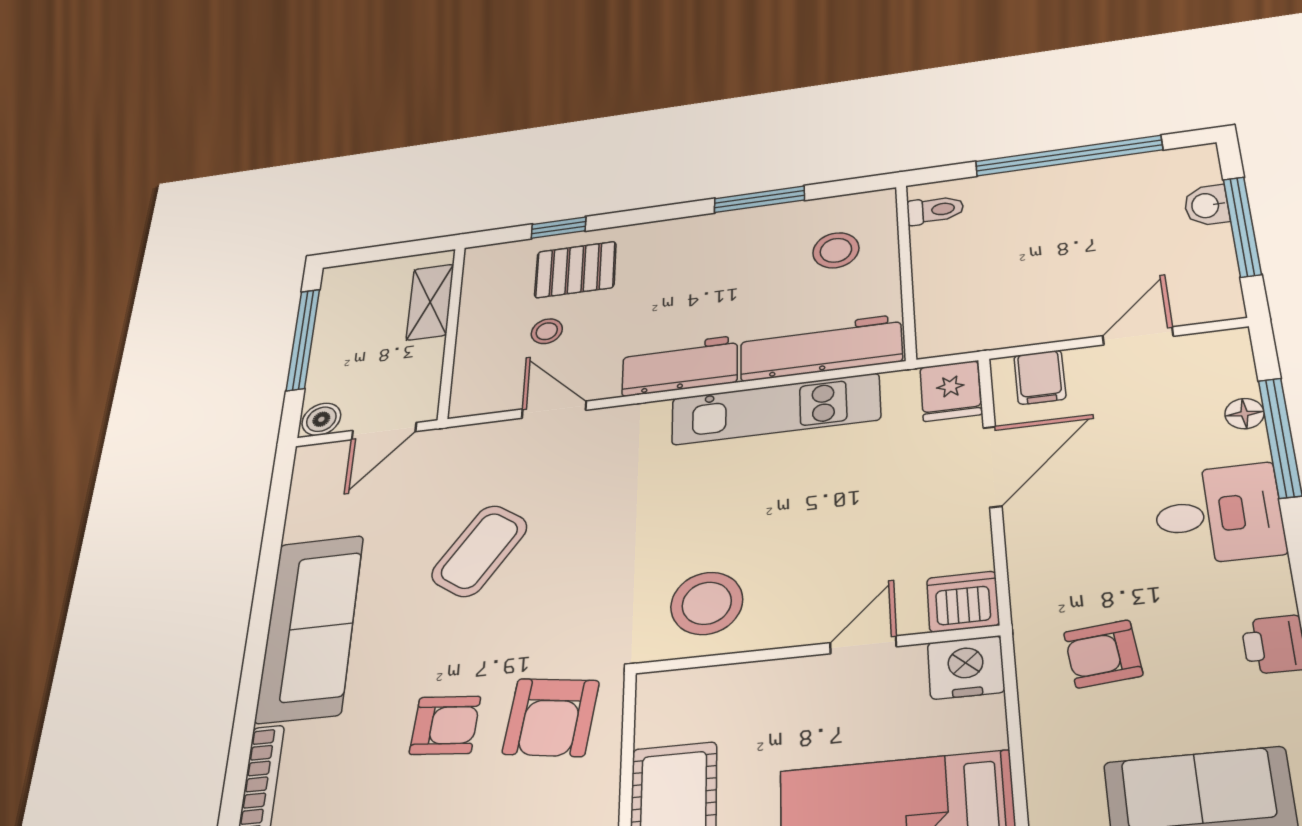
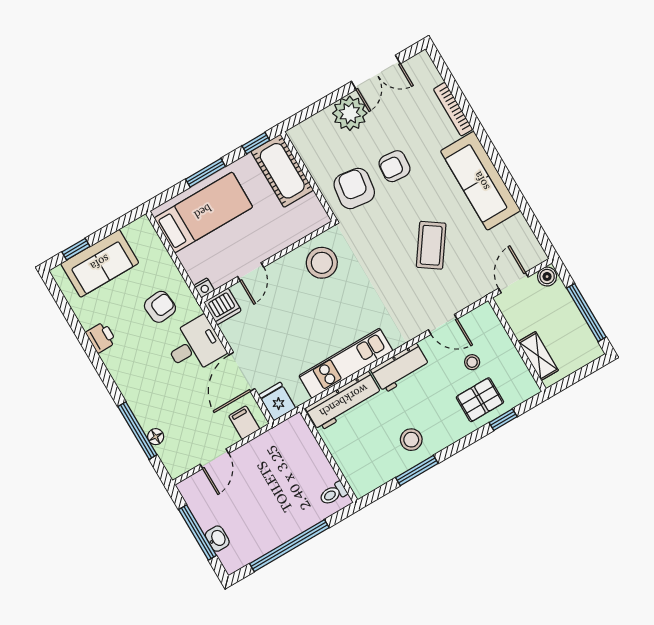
stool: (836, 250) -> (411, 440), moved
desk: (1218, 514) -> (195, 346), moved, turned 180
nightstand: (966, 667) -> (204, 288), width x0.53, depth x0.56

